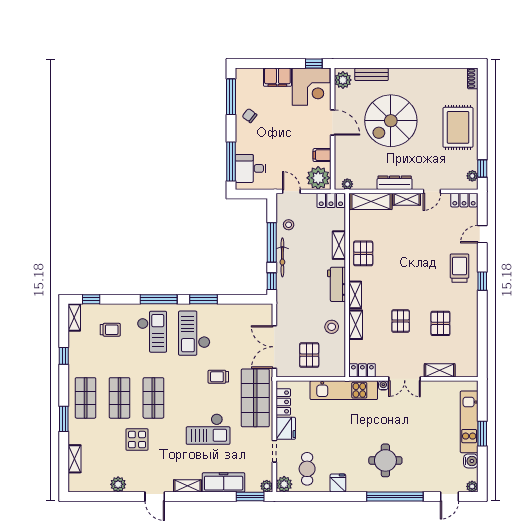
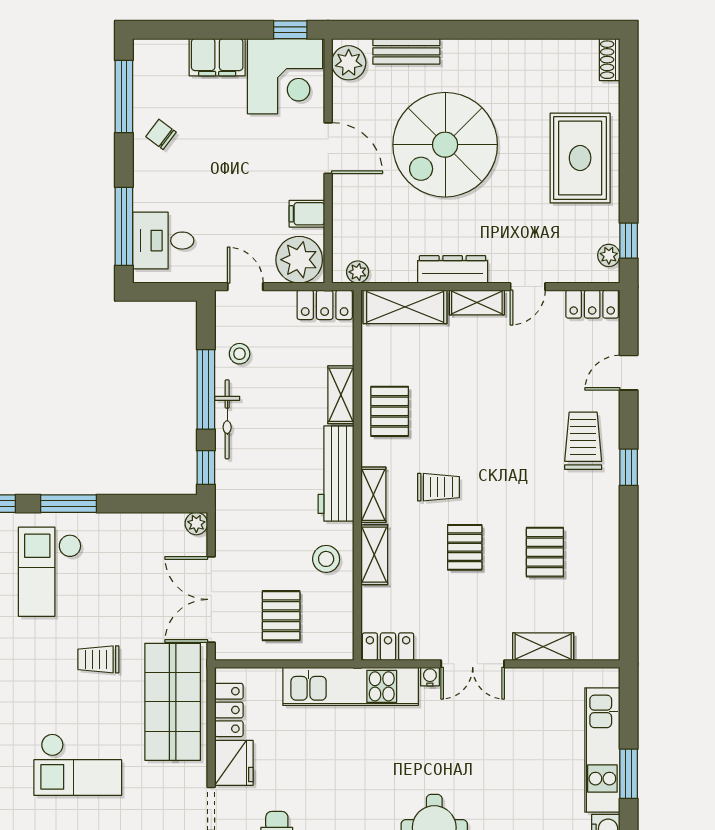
workbench: (337, 284) -> (336, 474), width x1.38
trolley: (388, 291) -> (438, 487), added
plant: (267, 309) -> (196, 524), added

